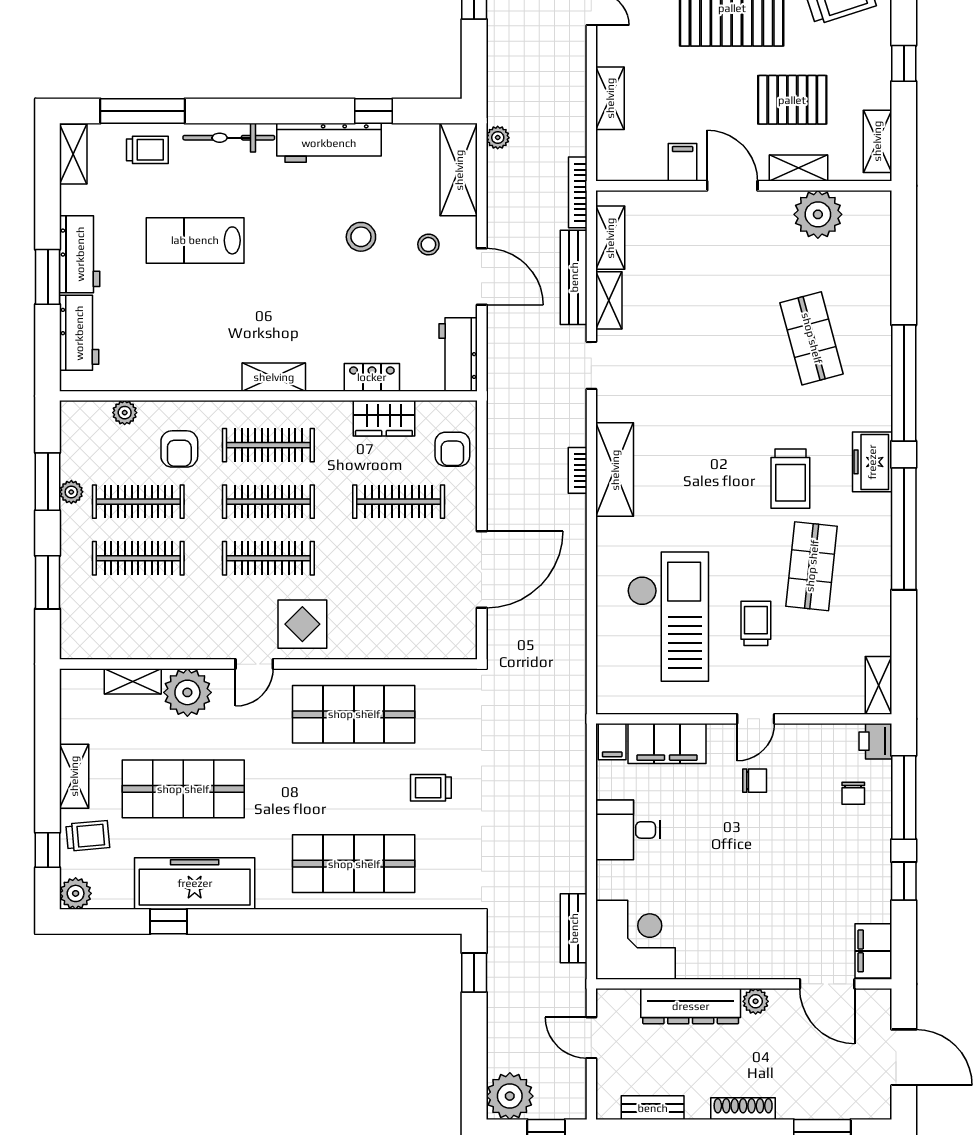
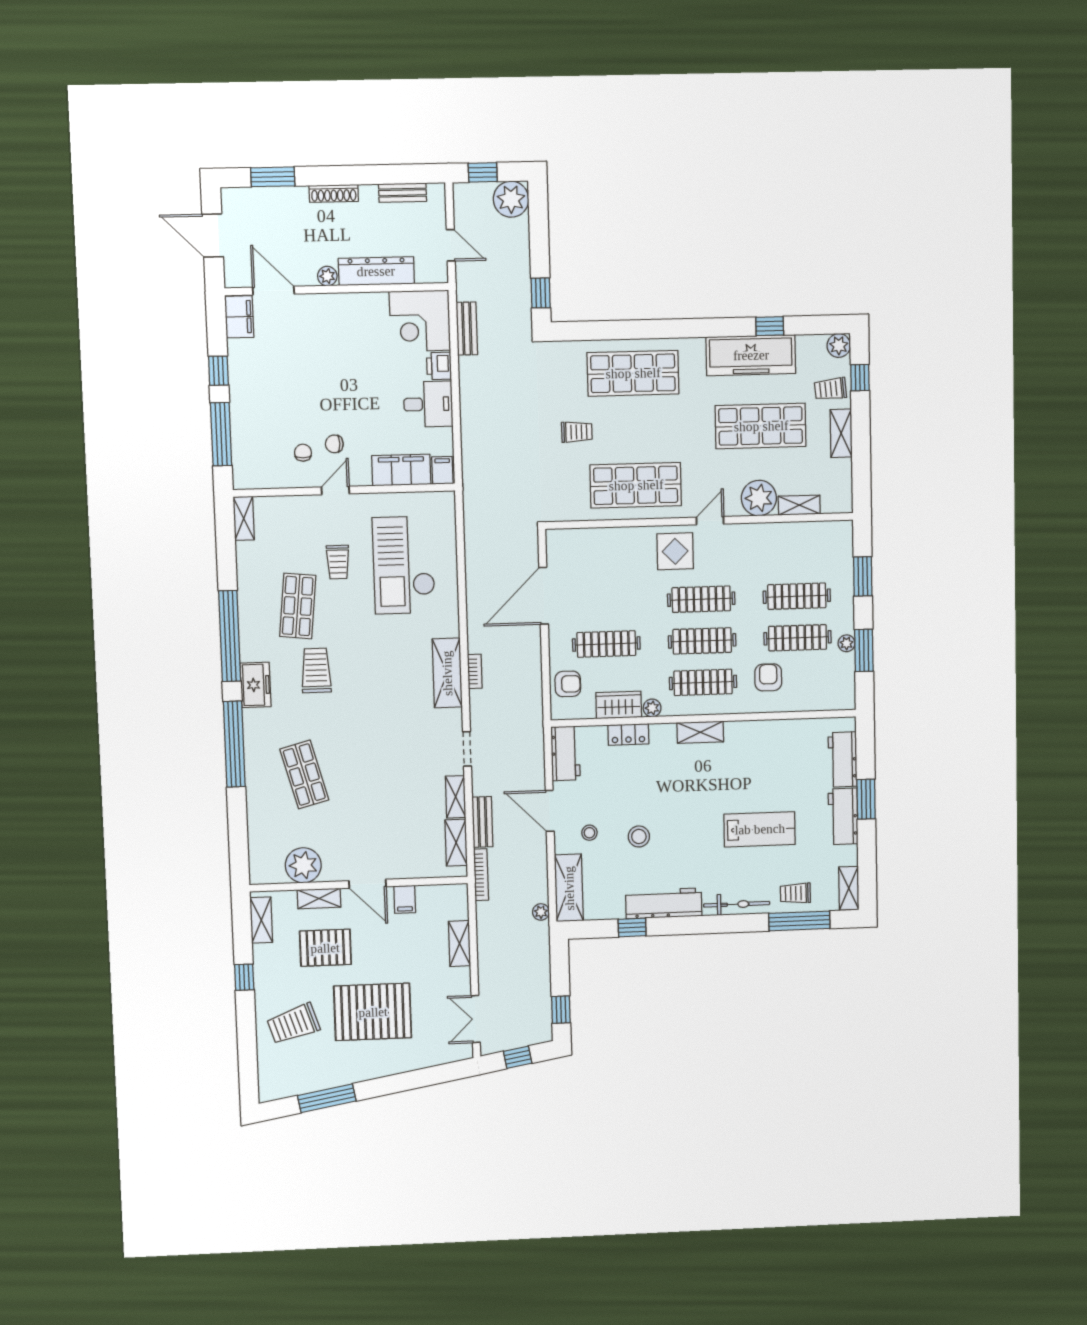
bench: (574, 277) -> (482, 822), width x0.73
plant: (125, 413) -> (652, 708), moved
armchair: (452, 449) -> (568, 684), turned 90
printer: (875, 741) -> (439, 366), moved, turned 180
chair: (853, 793) -> (303, 453), moved

